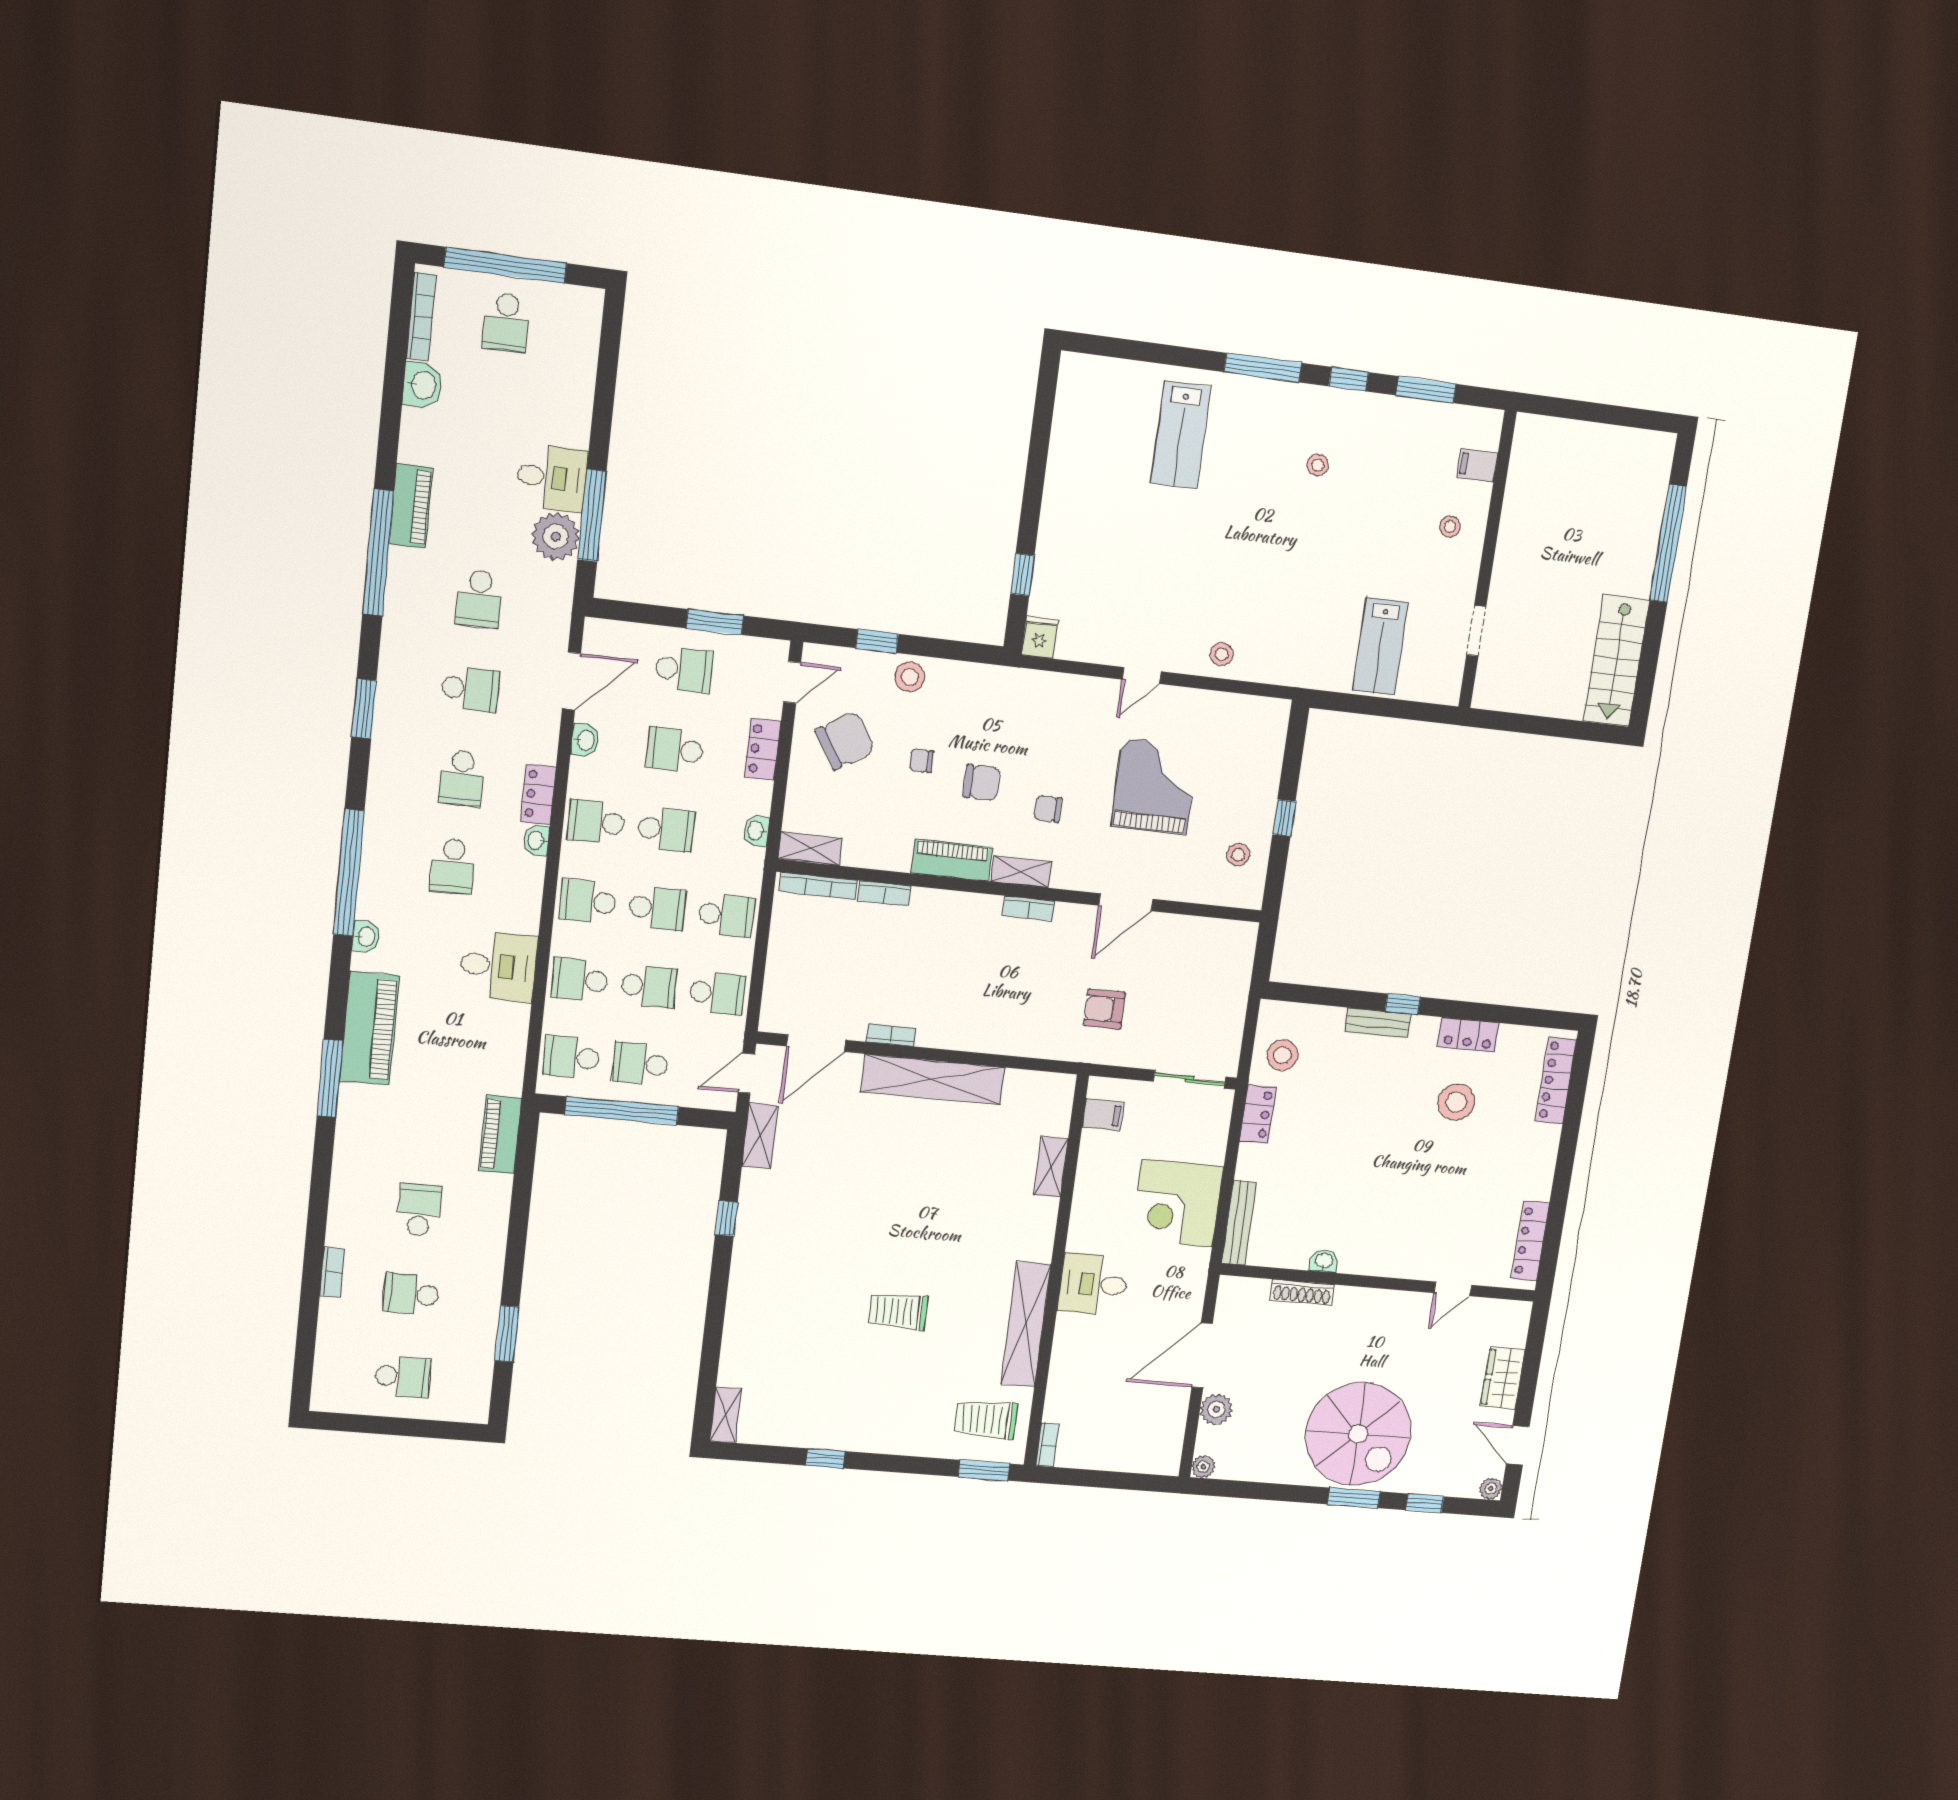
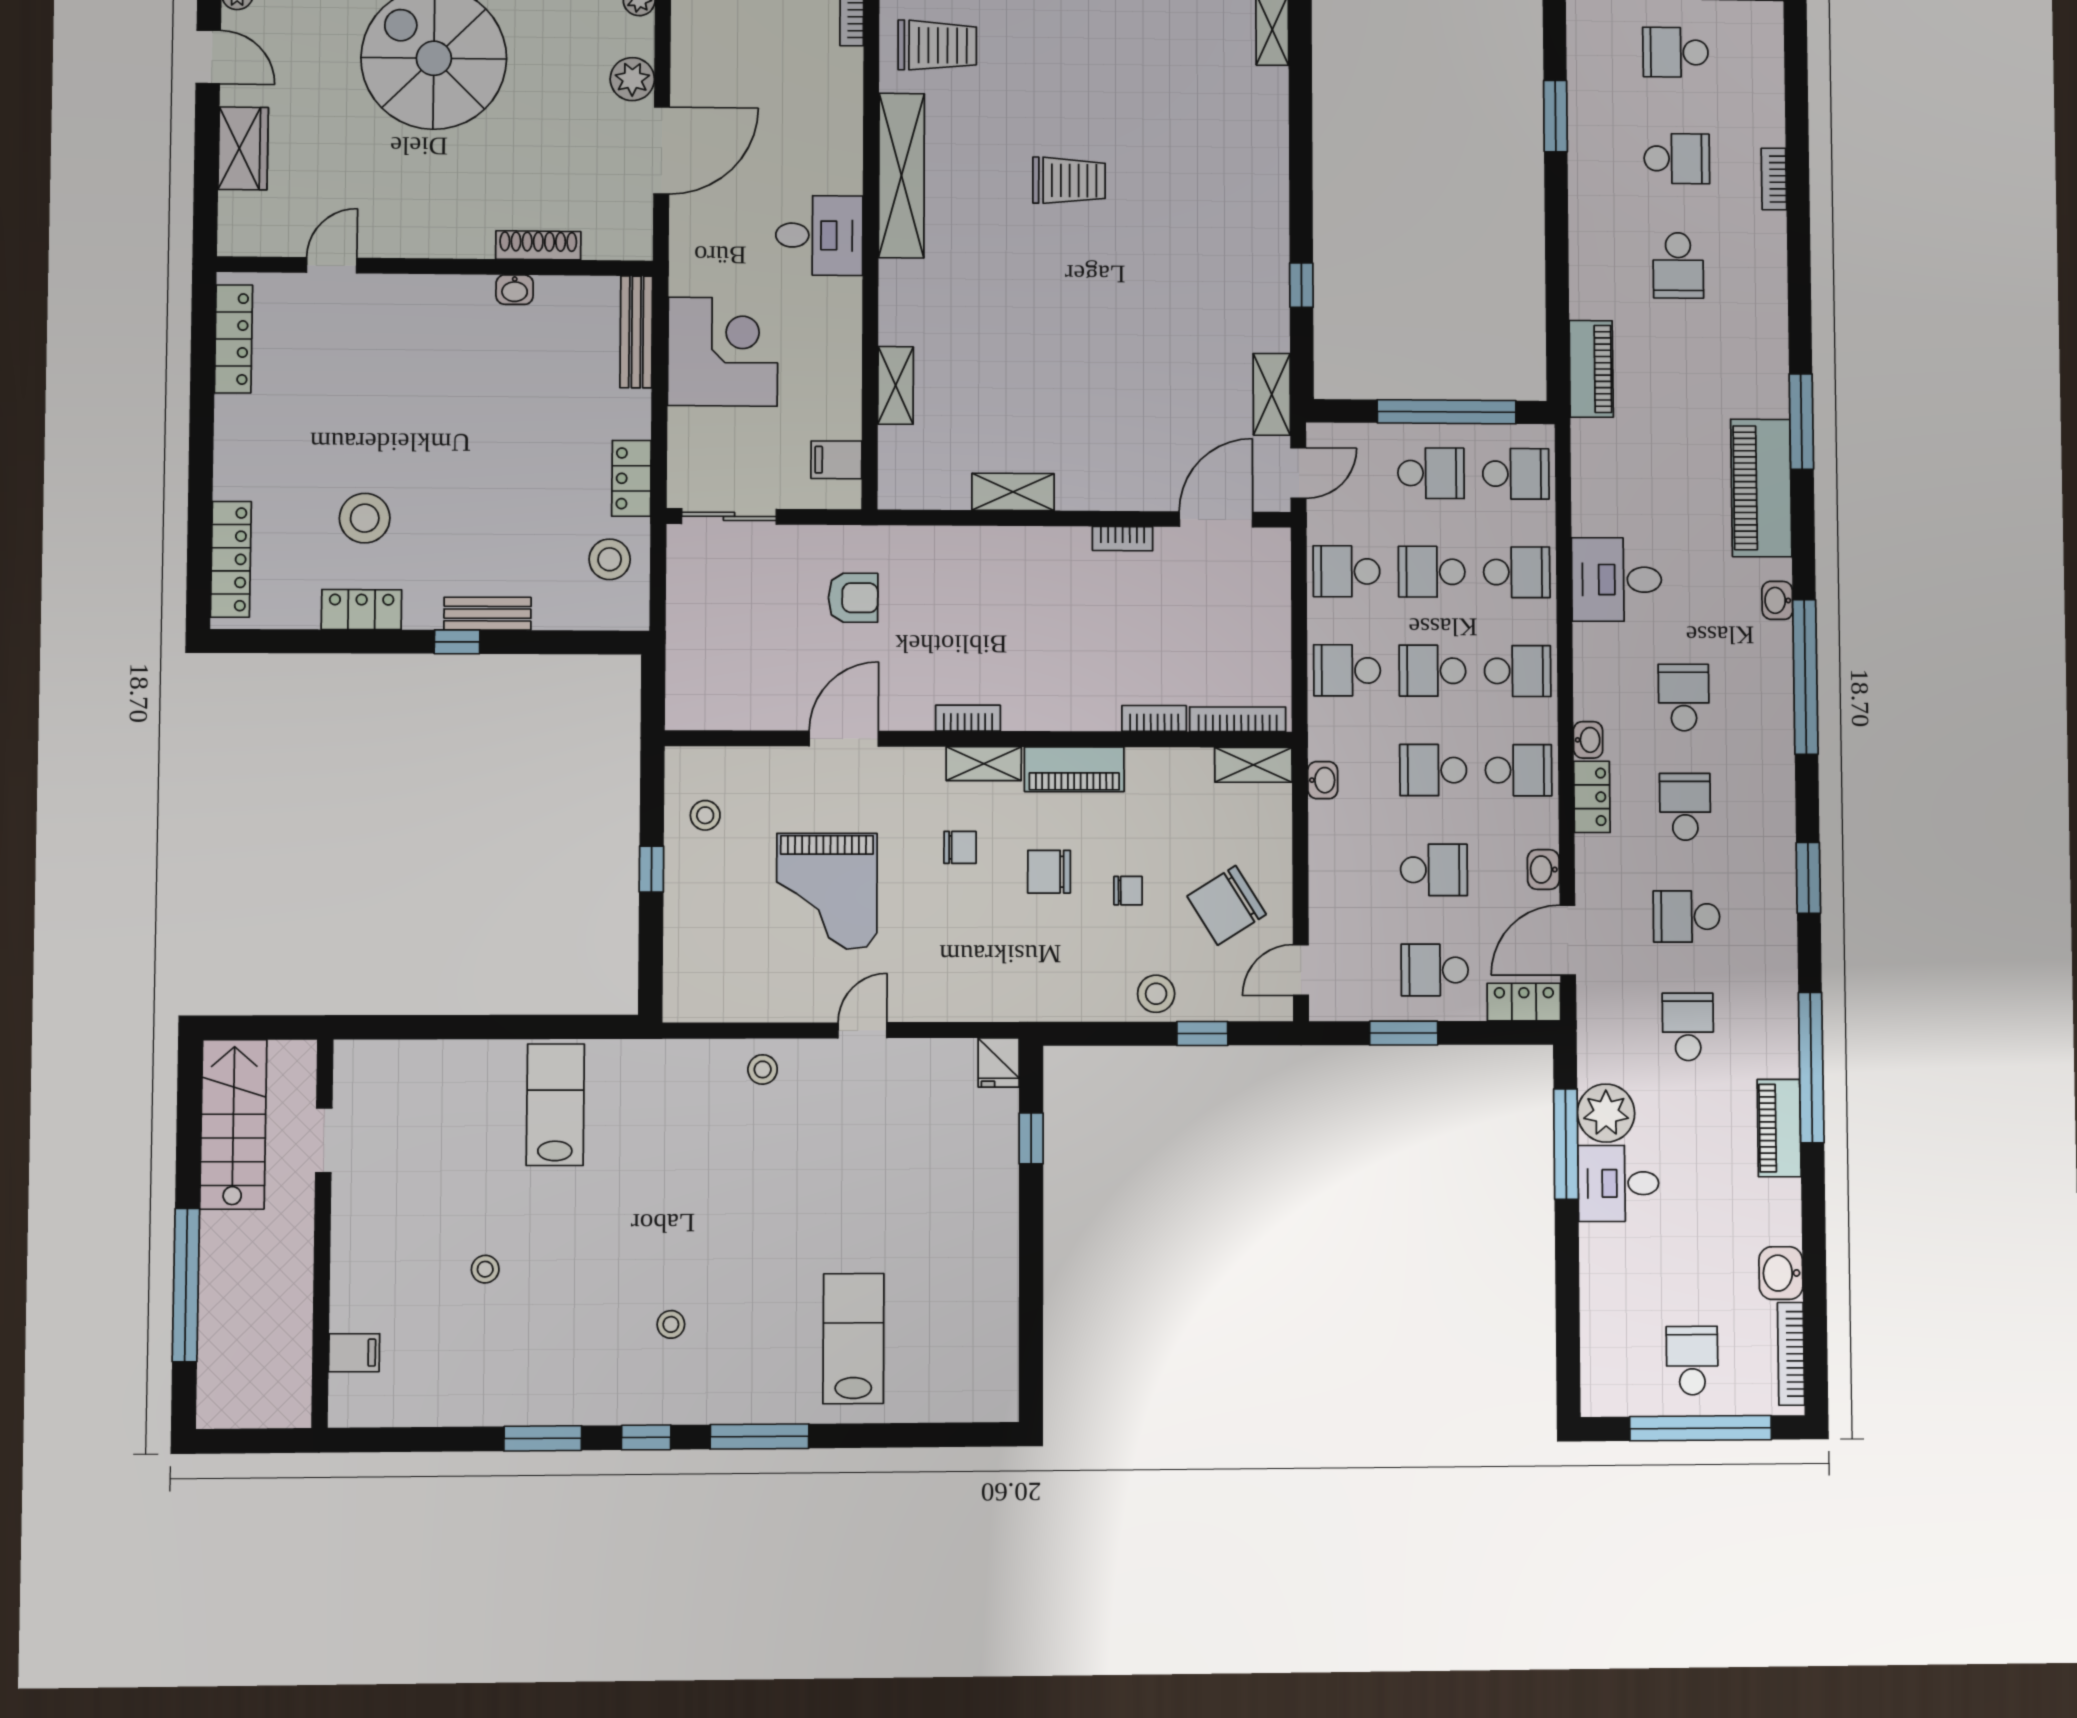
filing cabinet: (1477, 465) -> (354, 1353), moved
wall: (1487, 560) -> (322, 1233), moved
doorway: (1476, 631) -> (324, 1140), moved
locker: (763, 749) -> (1524, 1002), moved, turned -90
shelving: (933, 1080) -> (1013, 492), width x0.45, depth x0.75

